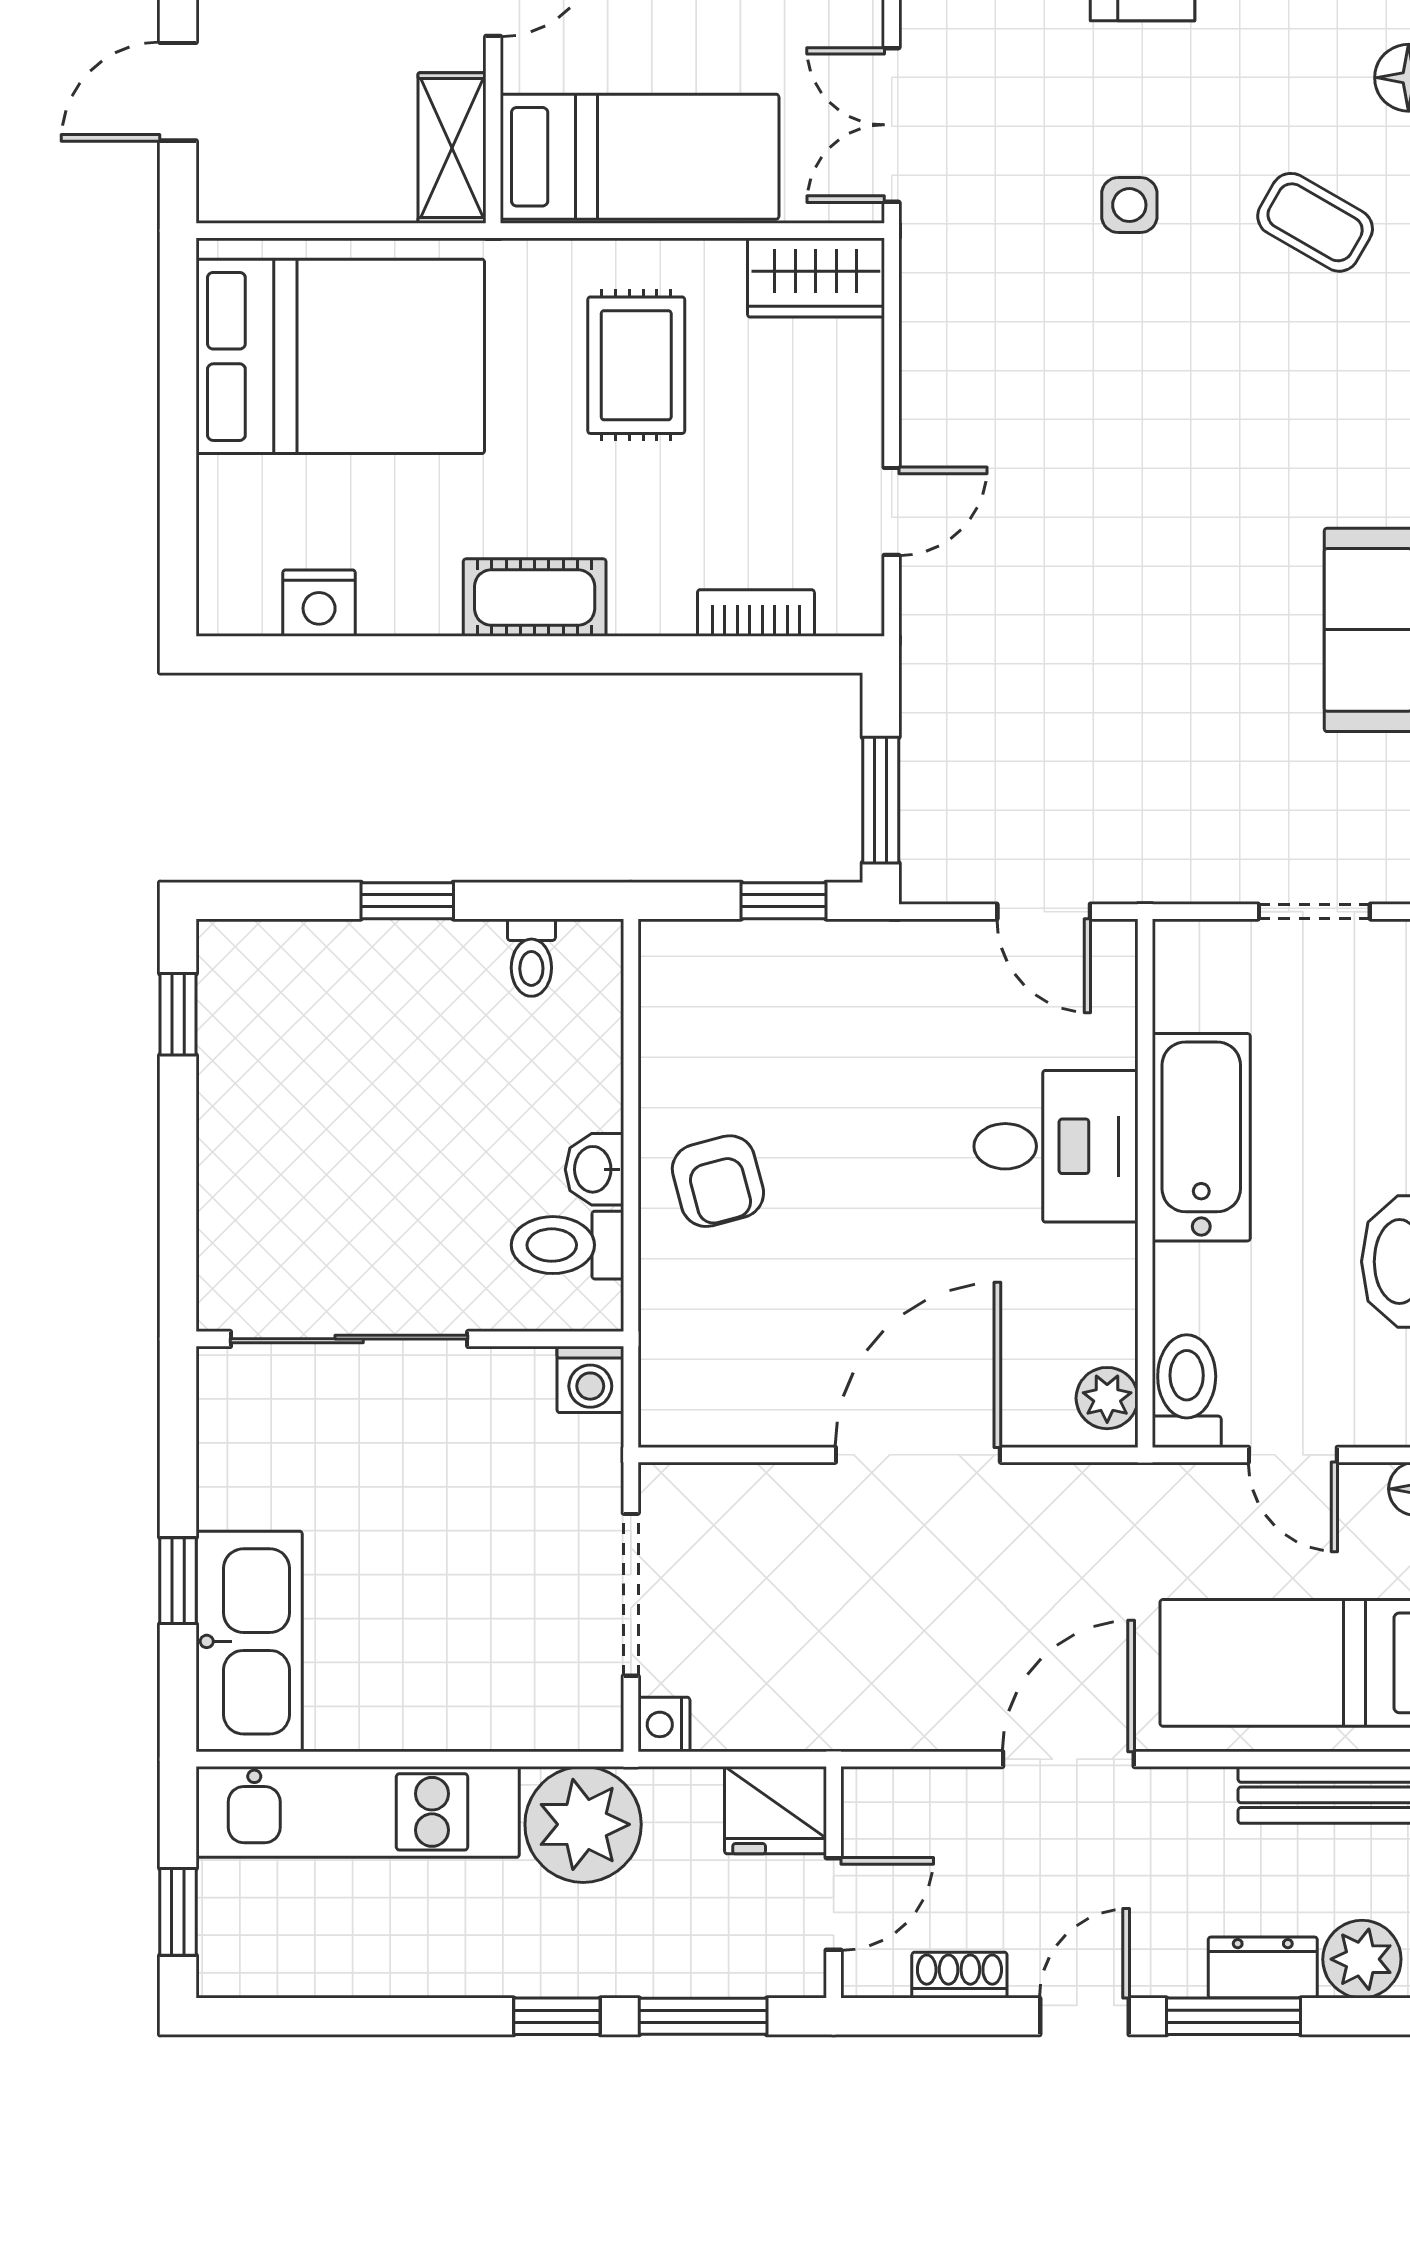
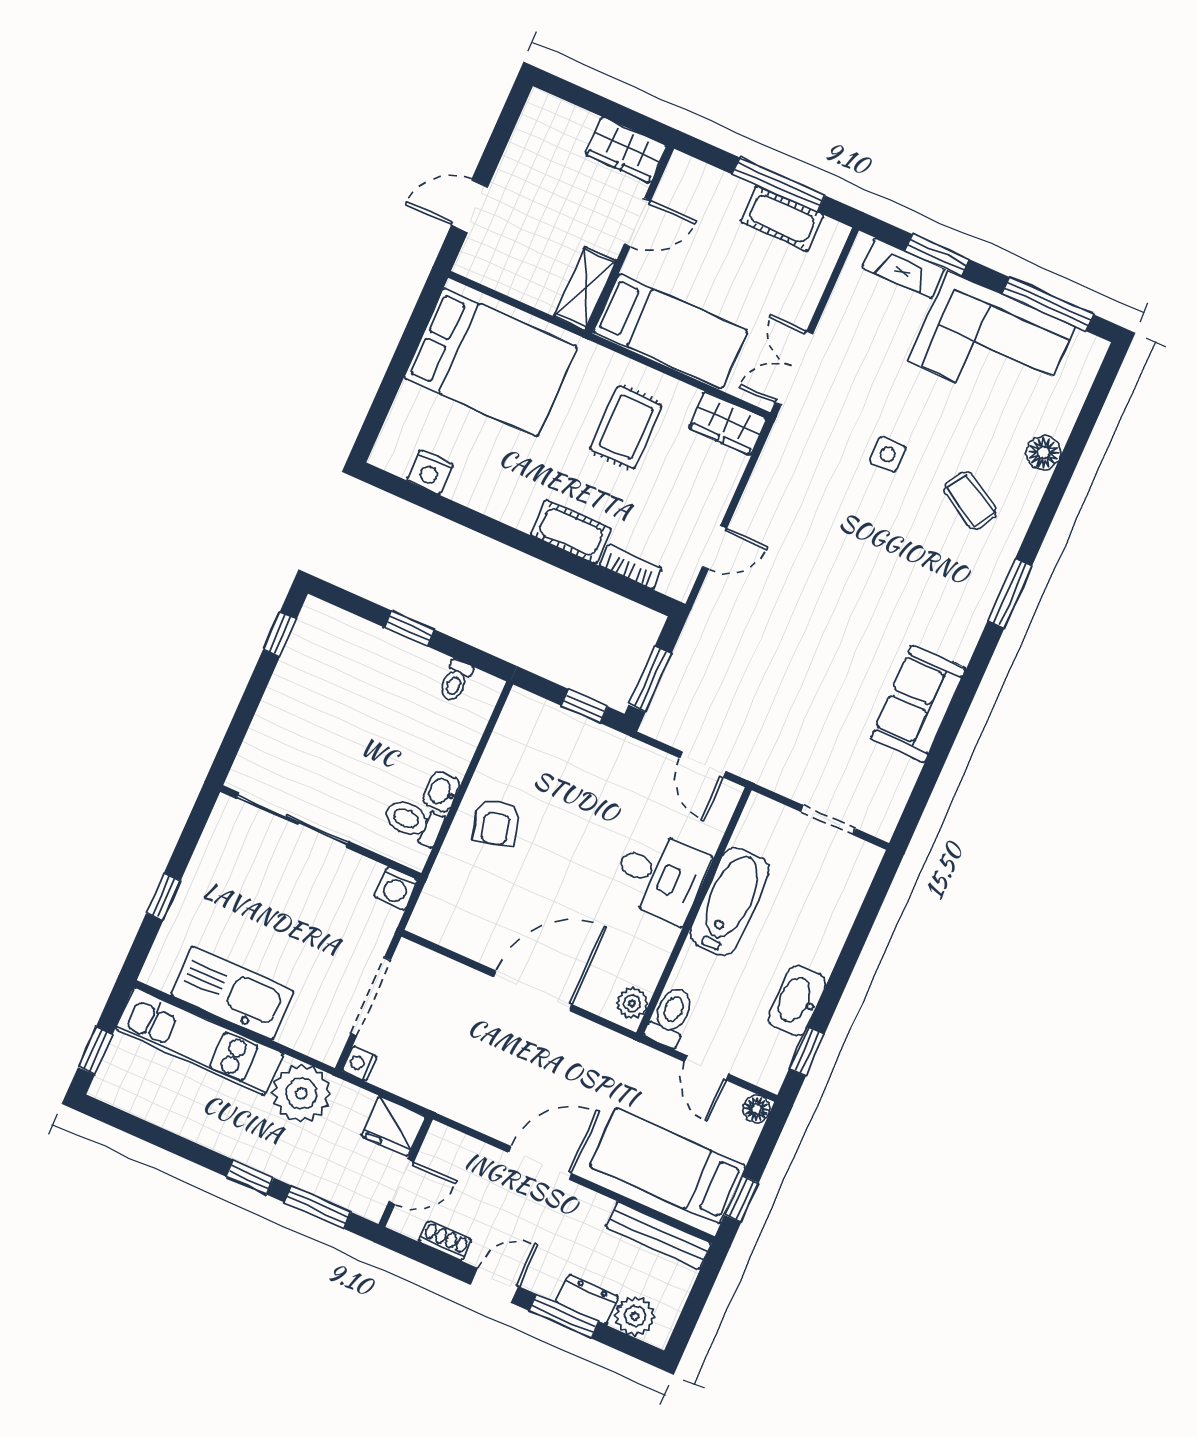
cot: (535, 598) -> (571, 532), moved
kitchen sink: (249, 1641) -> (232, 993), moved, turned -90

